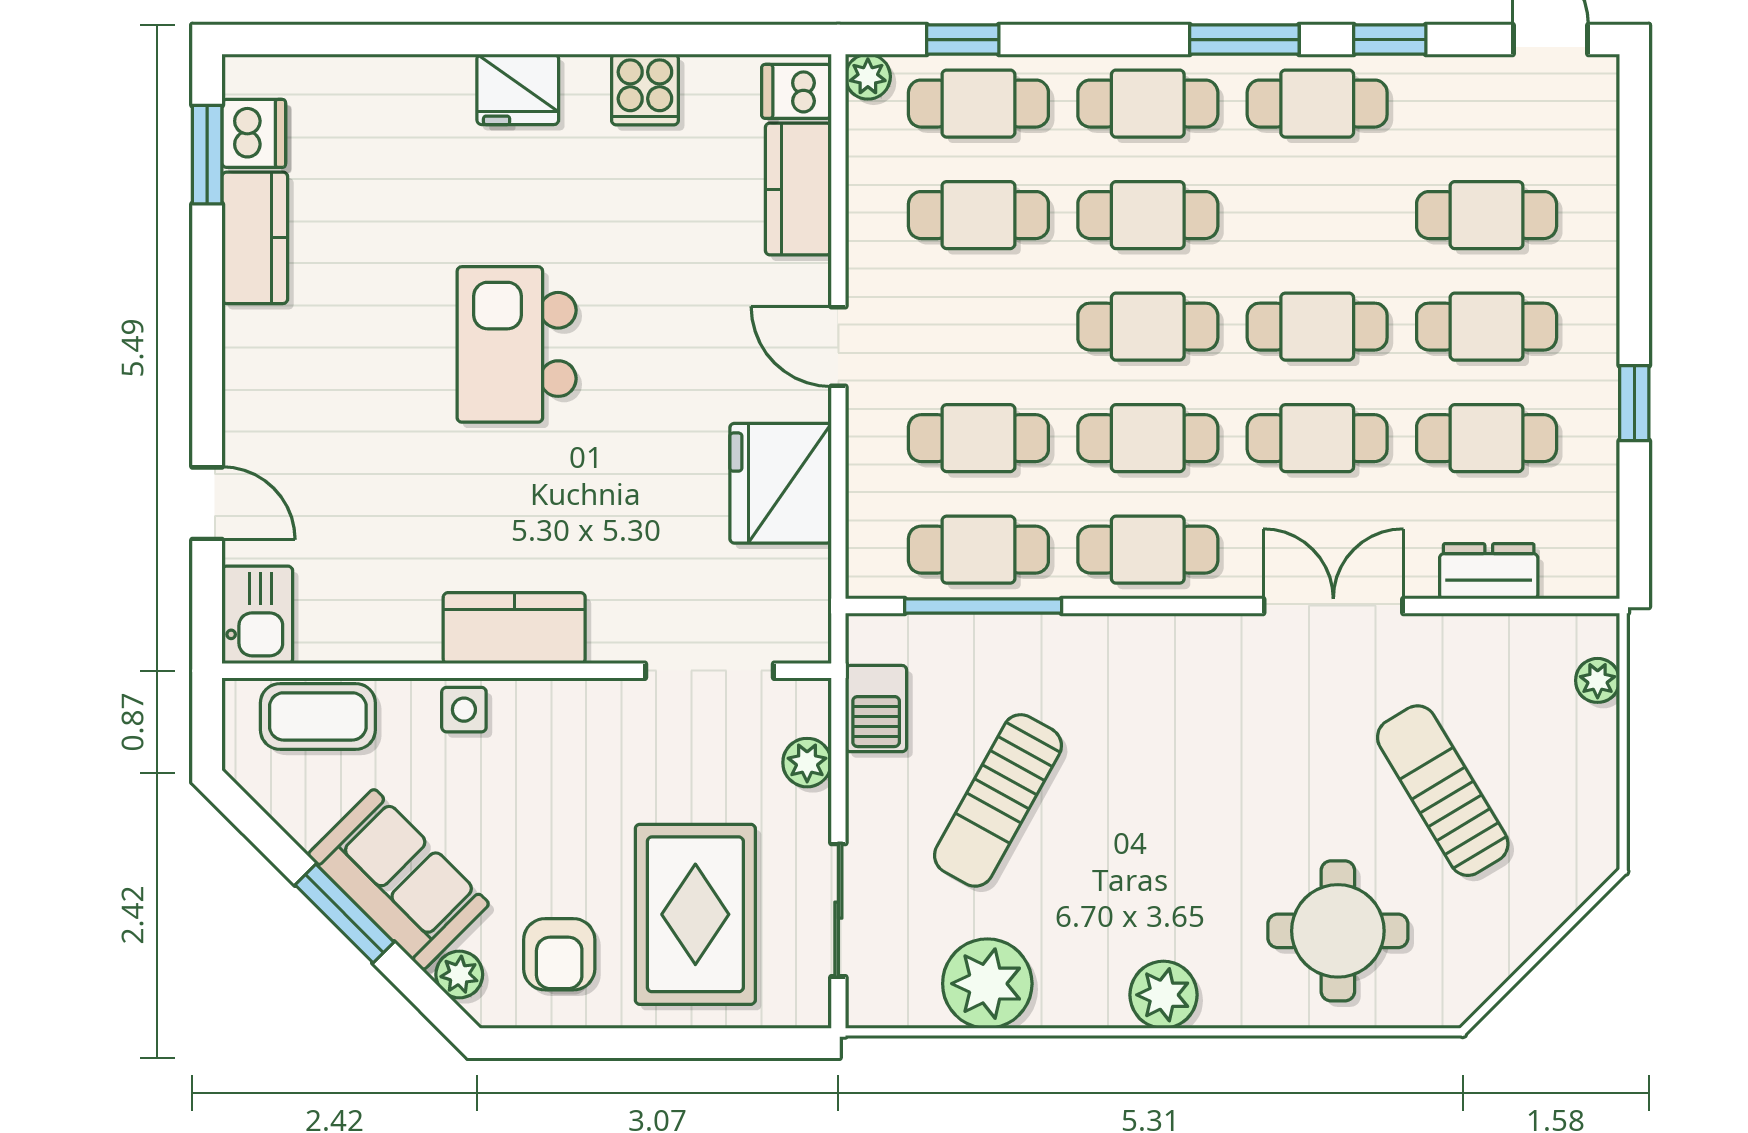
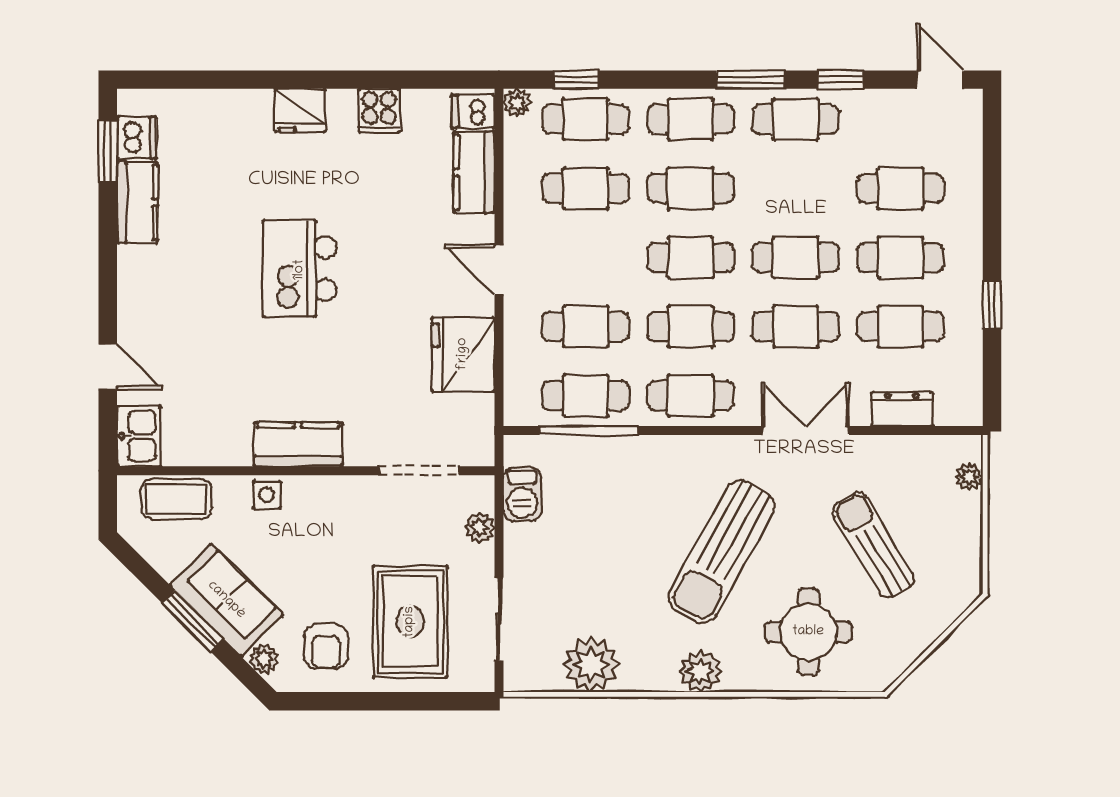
sun lounger: (998, 800) -> (722, 552), moved, width x1.36, depth x1.34

